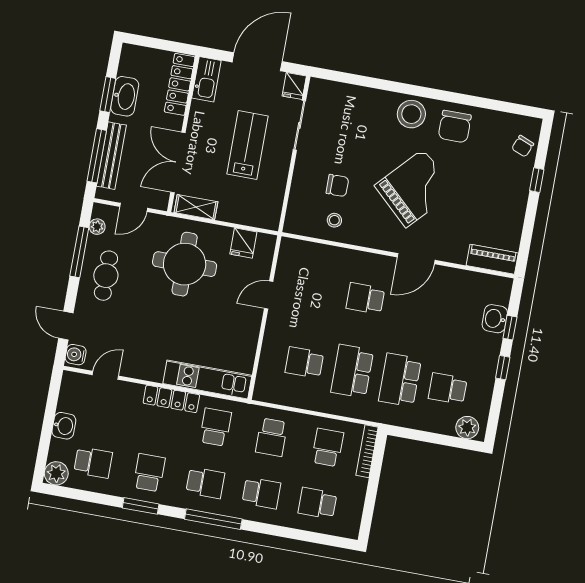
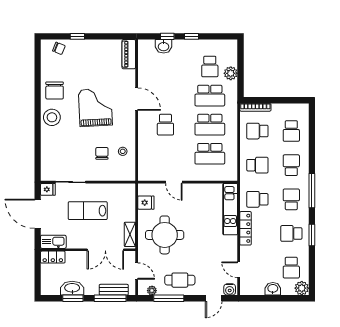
locker: (180, 84) -> (53, 257), width x0.66
chair: (455, 127) -> (55, 90), turned 90
bench: (111, 156) -> (114, 290), width x0.73
grand piano: (415, 188) -> (95, 107), turned 44
school desk: (304, 363) -> (210, 154), width x1.85
plant: (467, 428) -> (231, 73), moved
school desk: (93, 462) -> (291, 268), turned 180

